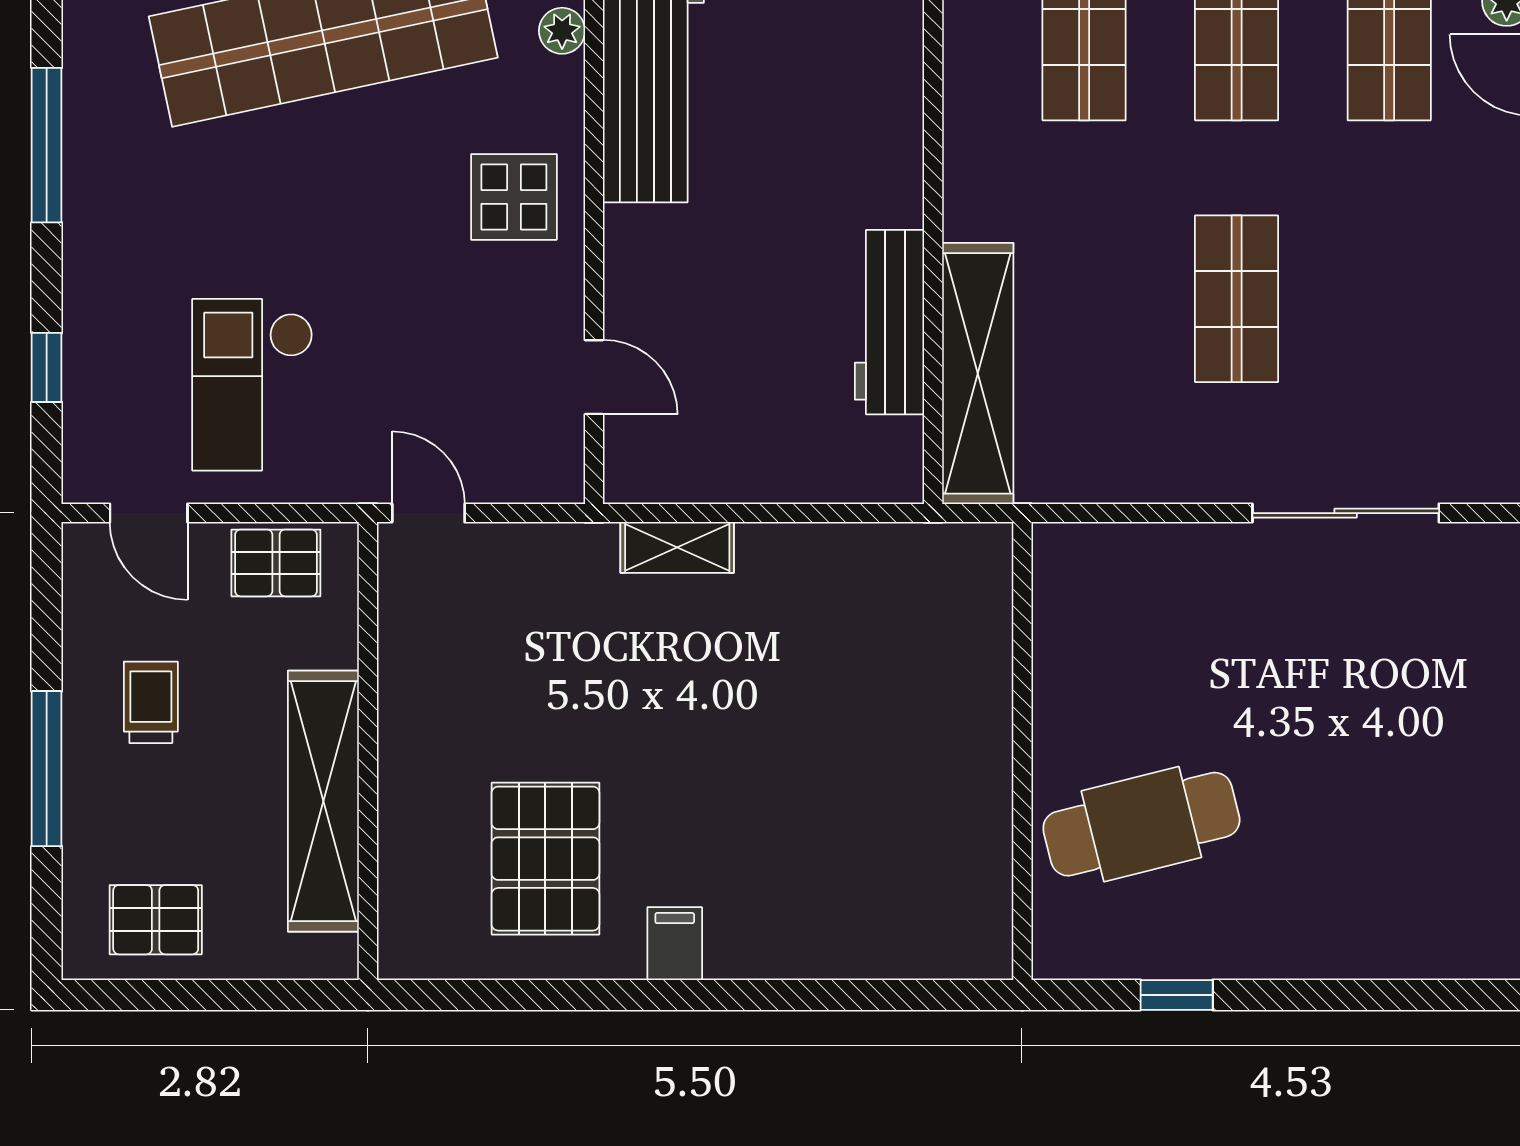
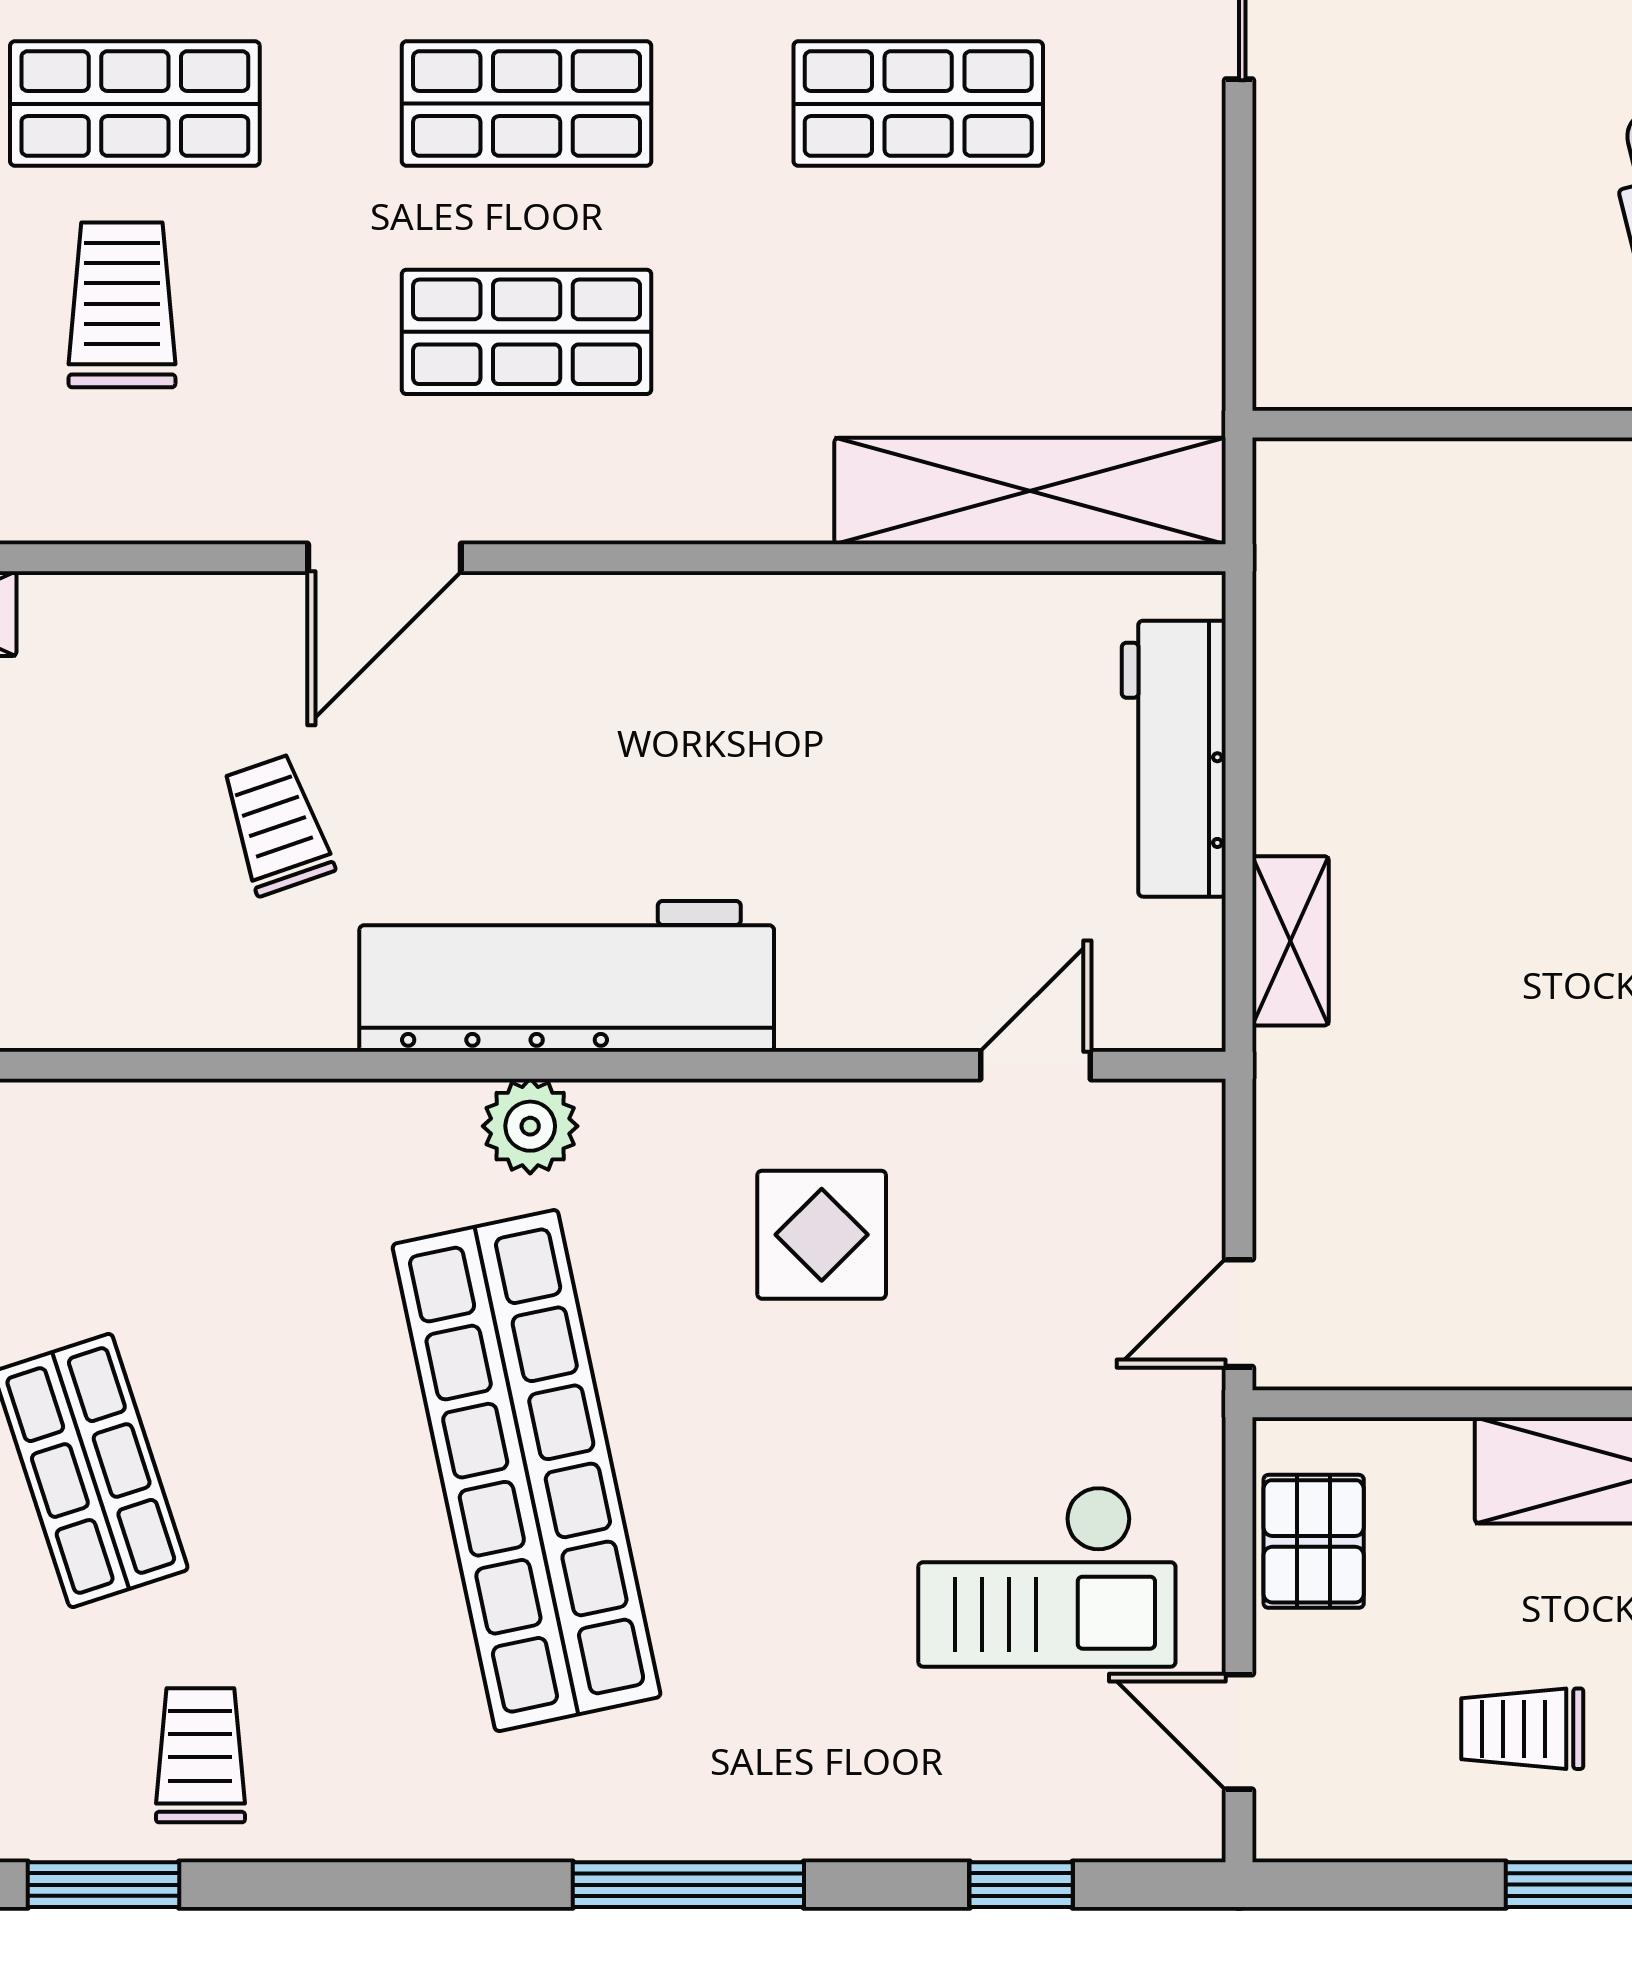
plant: (562, 31) -> (530, 1126), width x1.38, depth x1.38
display table: (514, 197) -> (822, 1235), moved
workbench: (890, 322) -> (1174, 759), moved, turned 90
door: (149, 513) -> (1239, 1732), swing flipped

